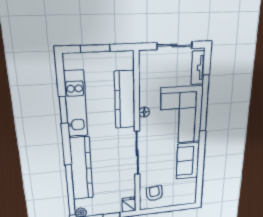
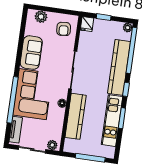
window: (95, 48) -> (90, 158), width x1.44
plant: (149, 56) -> (52, 145), added
window: (67, 146) -> (126, 89), added
plant: (181, 199) -> (41, 17), added

